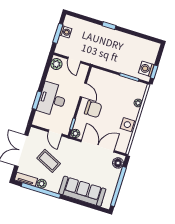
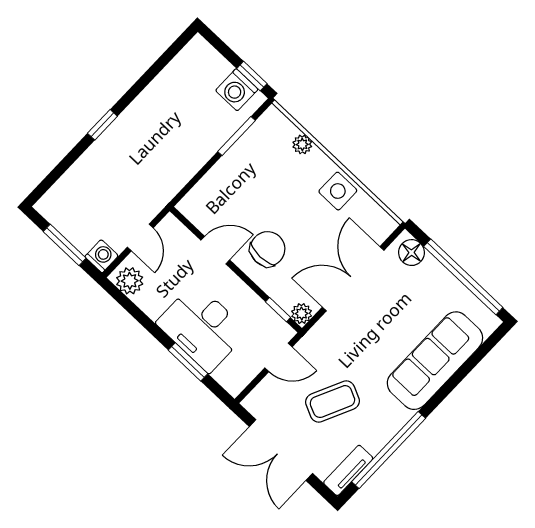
washing machine: (66, 32) -> (102, 256), moved
door: (74, 60) -> (140, 237), hinge flipped
plant: (42, 184) -> (375, 441), removed

